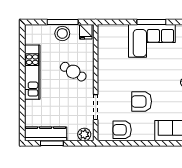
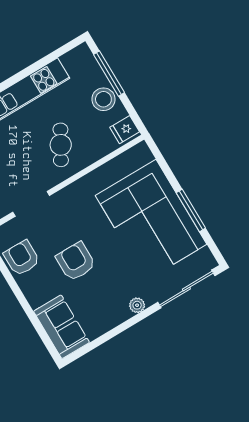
window: (63, 22) -> (109, 74), moved
corner sofa: (152, 41) -> (151, 220), width x1.36, depth x1.36

